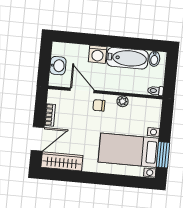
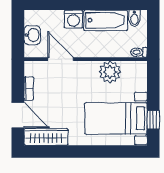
plant: (123, 101) -> (110, 72), width x1.87, depth x1.87
chair: (99, 105) -> (80, 73), removed
door: (38, 139) -> (18, 115), hinge flipped
window: (163, 155) -> (153, 120), width x0.67

